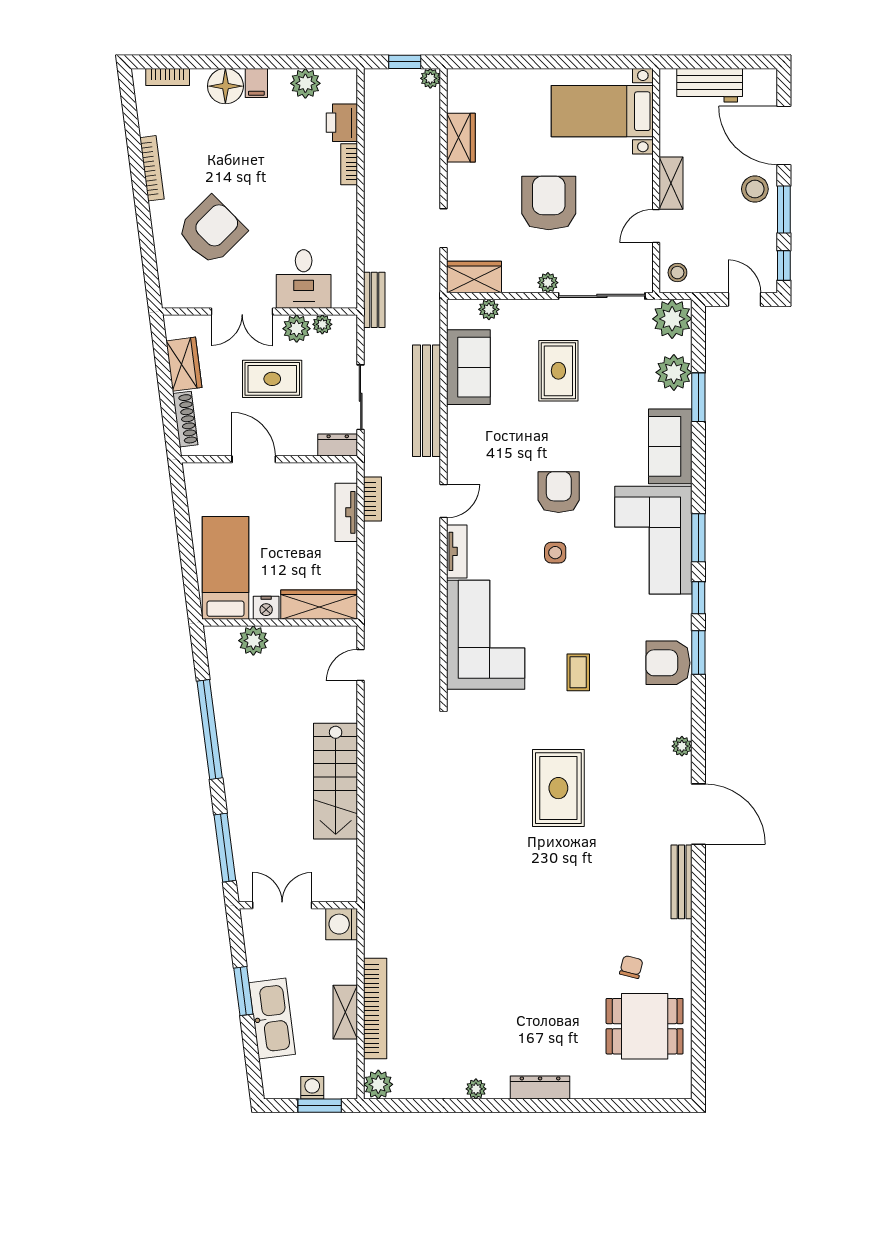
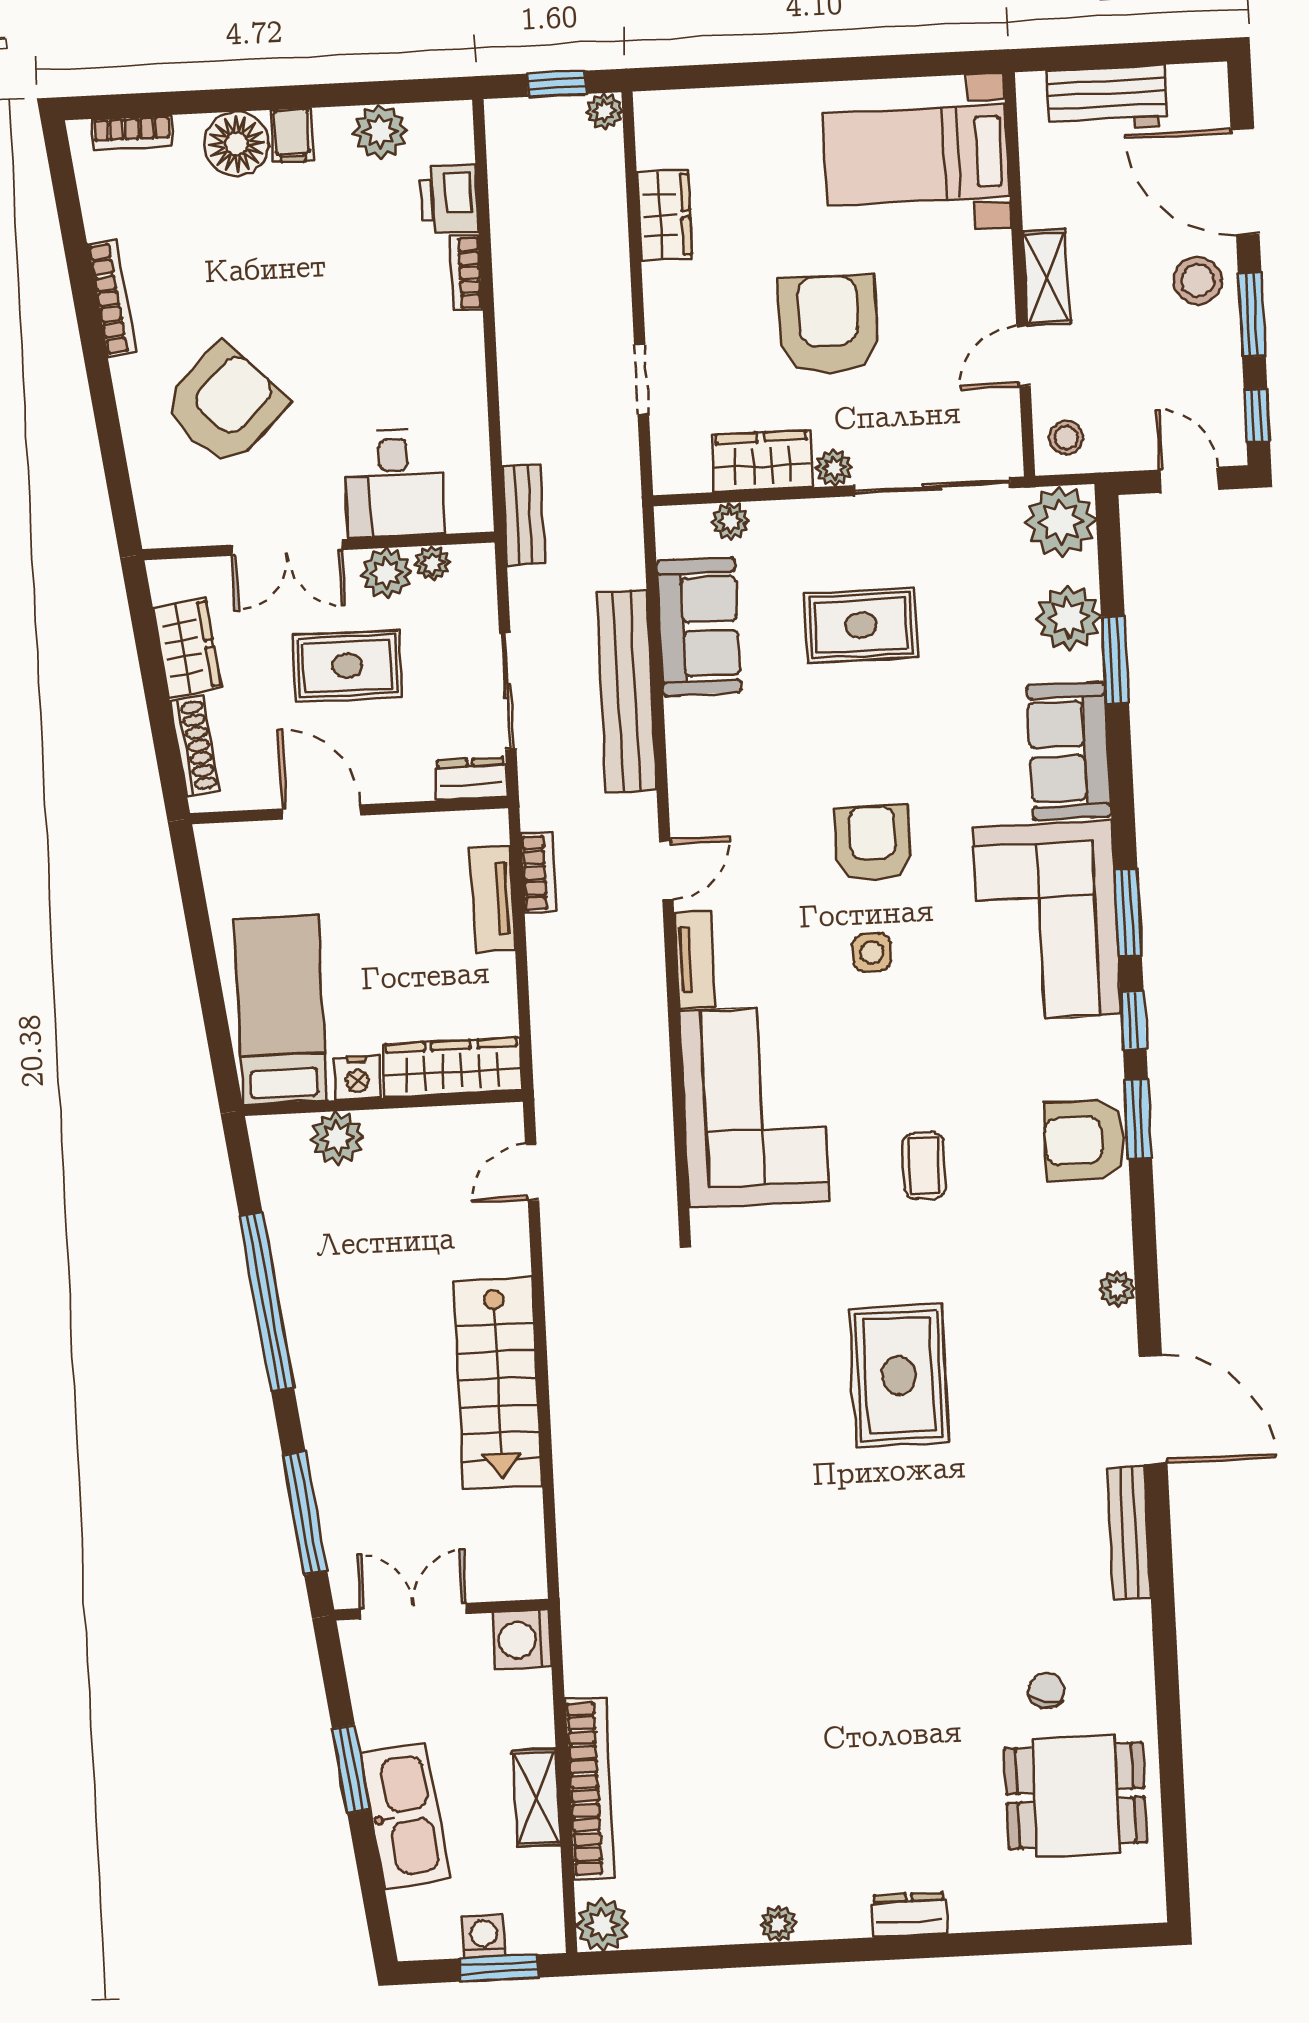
wardrobe: (474, 277) -> (762, 461), moved
rug: (558, 371) -> (861, 625), turned 90
dresser: (540, 1087) -> (910, 1915), width x0.70

